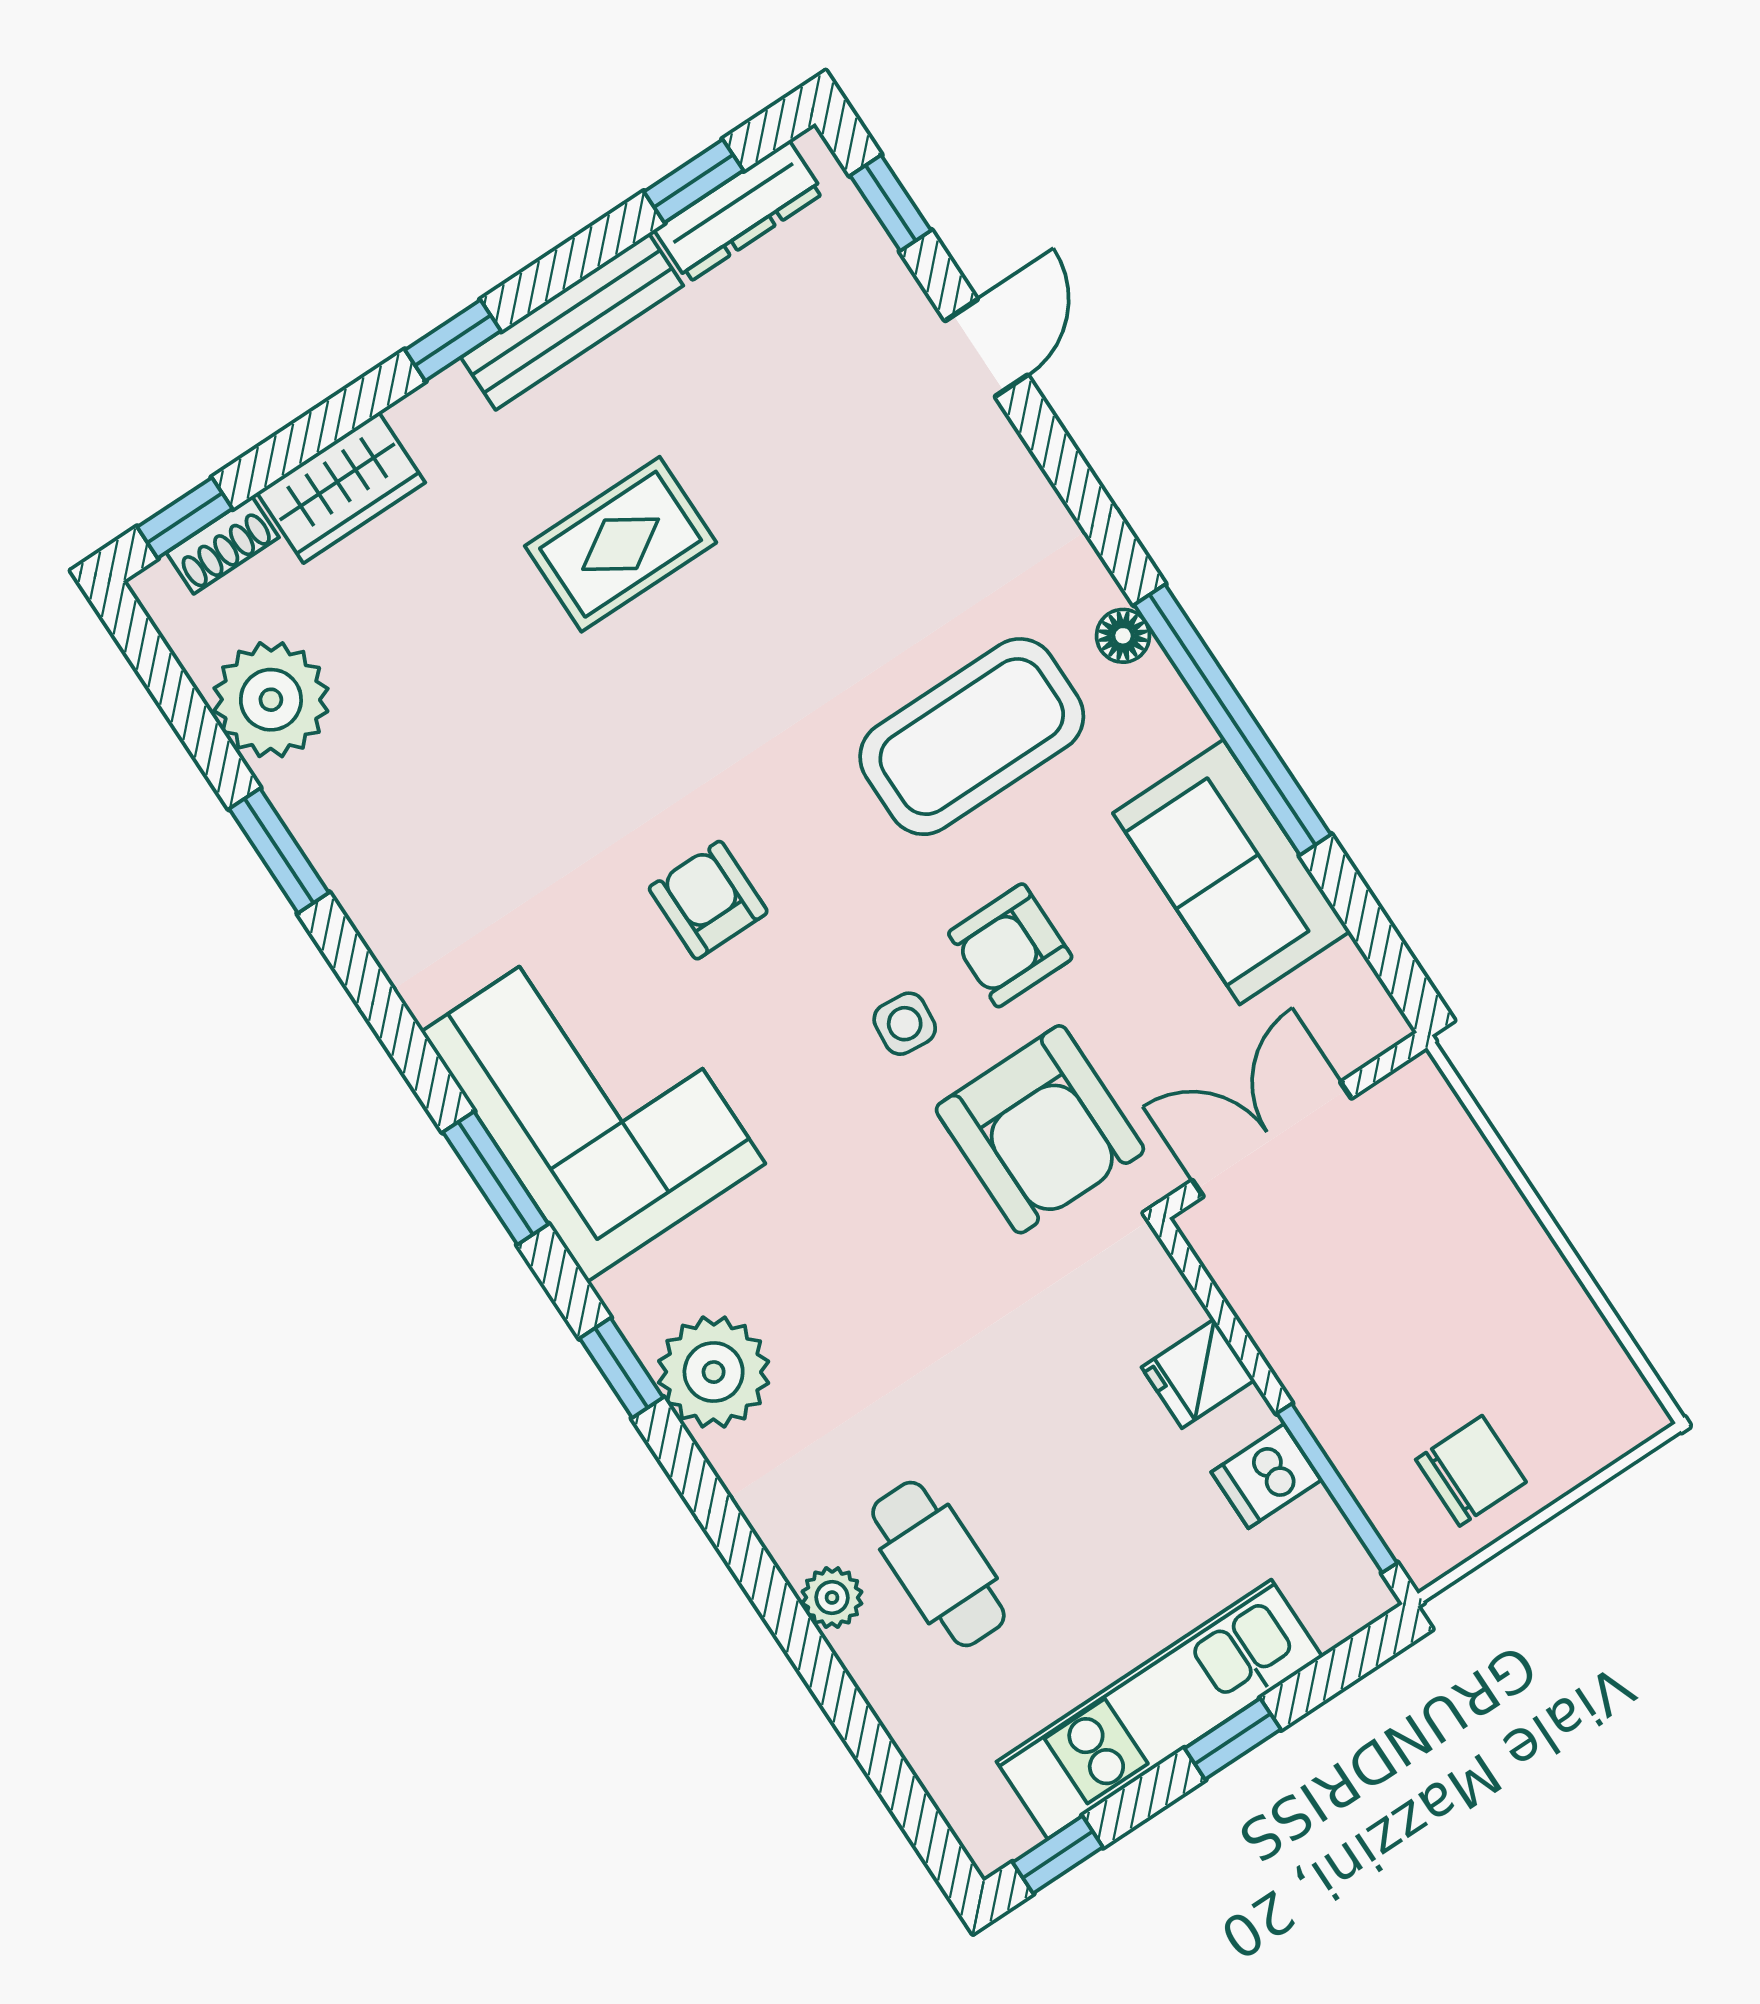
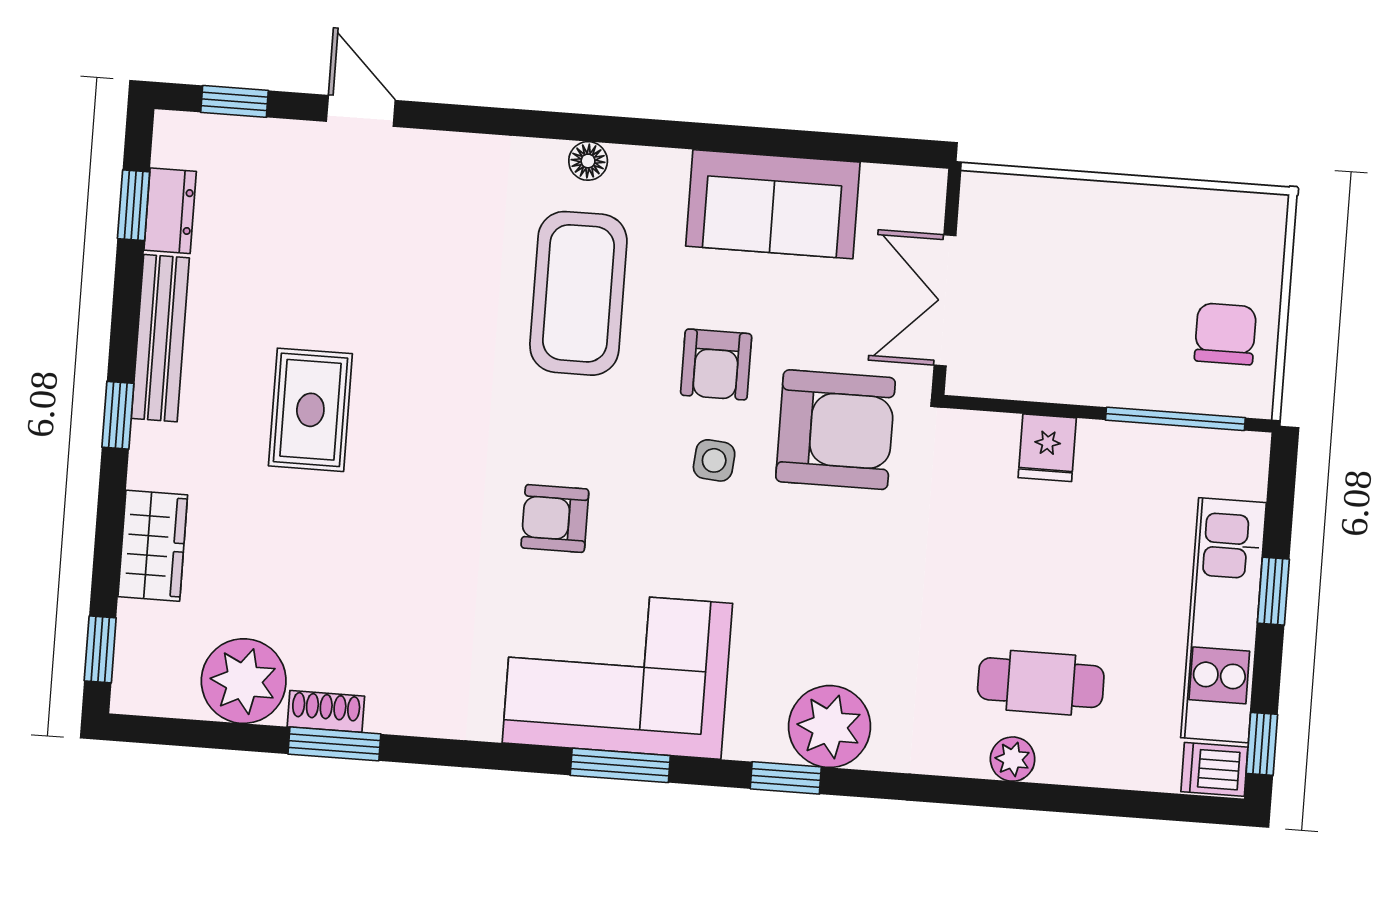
dresser: (739, 211) -> (170, 211), width x0.70
shoe rack: (223, 545) -> (326, 711), moved, turned -90
window: (1233, 720) -> (685, 135), removed
dishwasher: (1266, 1476) -> (1214, 769), moved, turned 90

